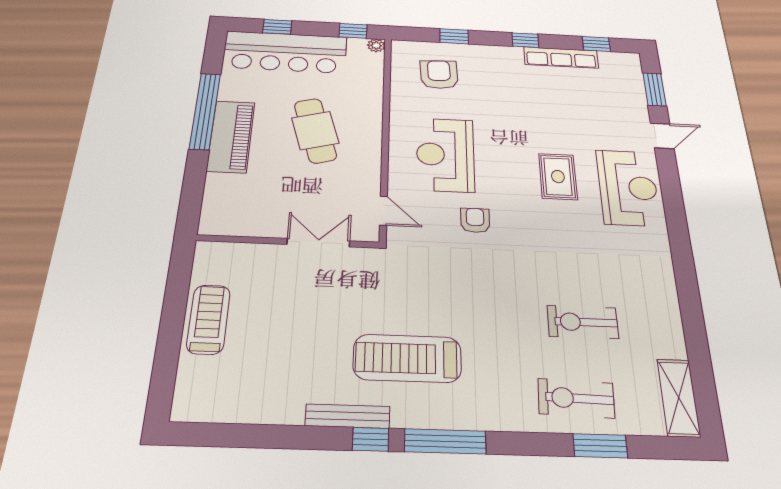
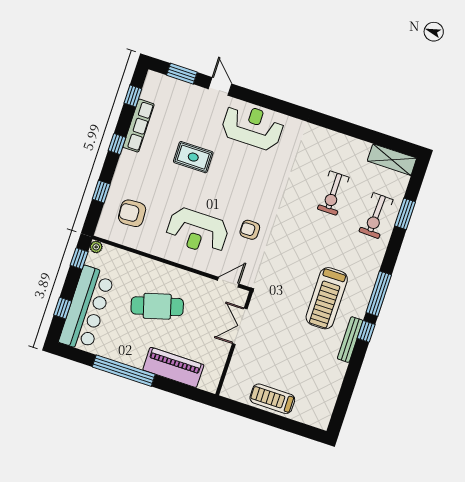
piano: (231, 136) -> (173, 367), moved
rug: (558, 177) -> (193, 157), moved

